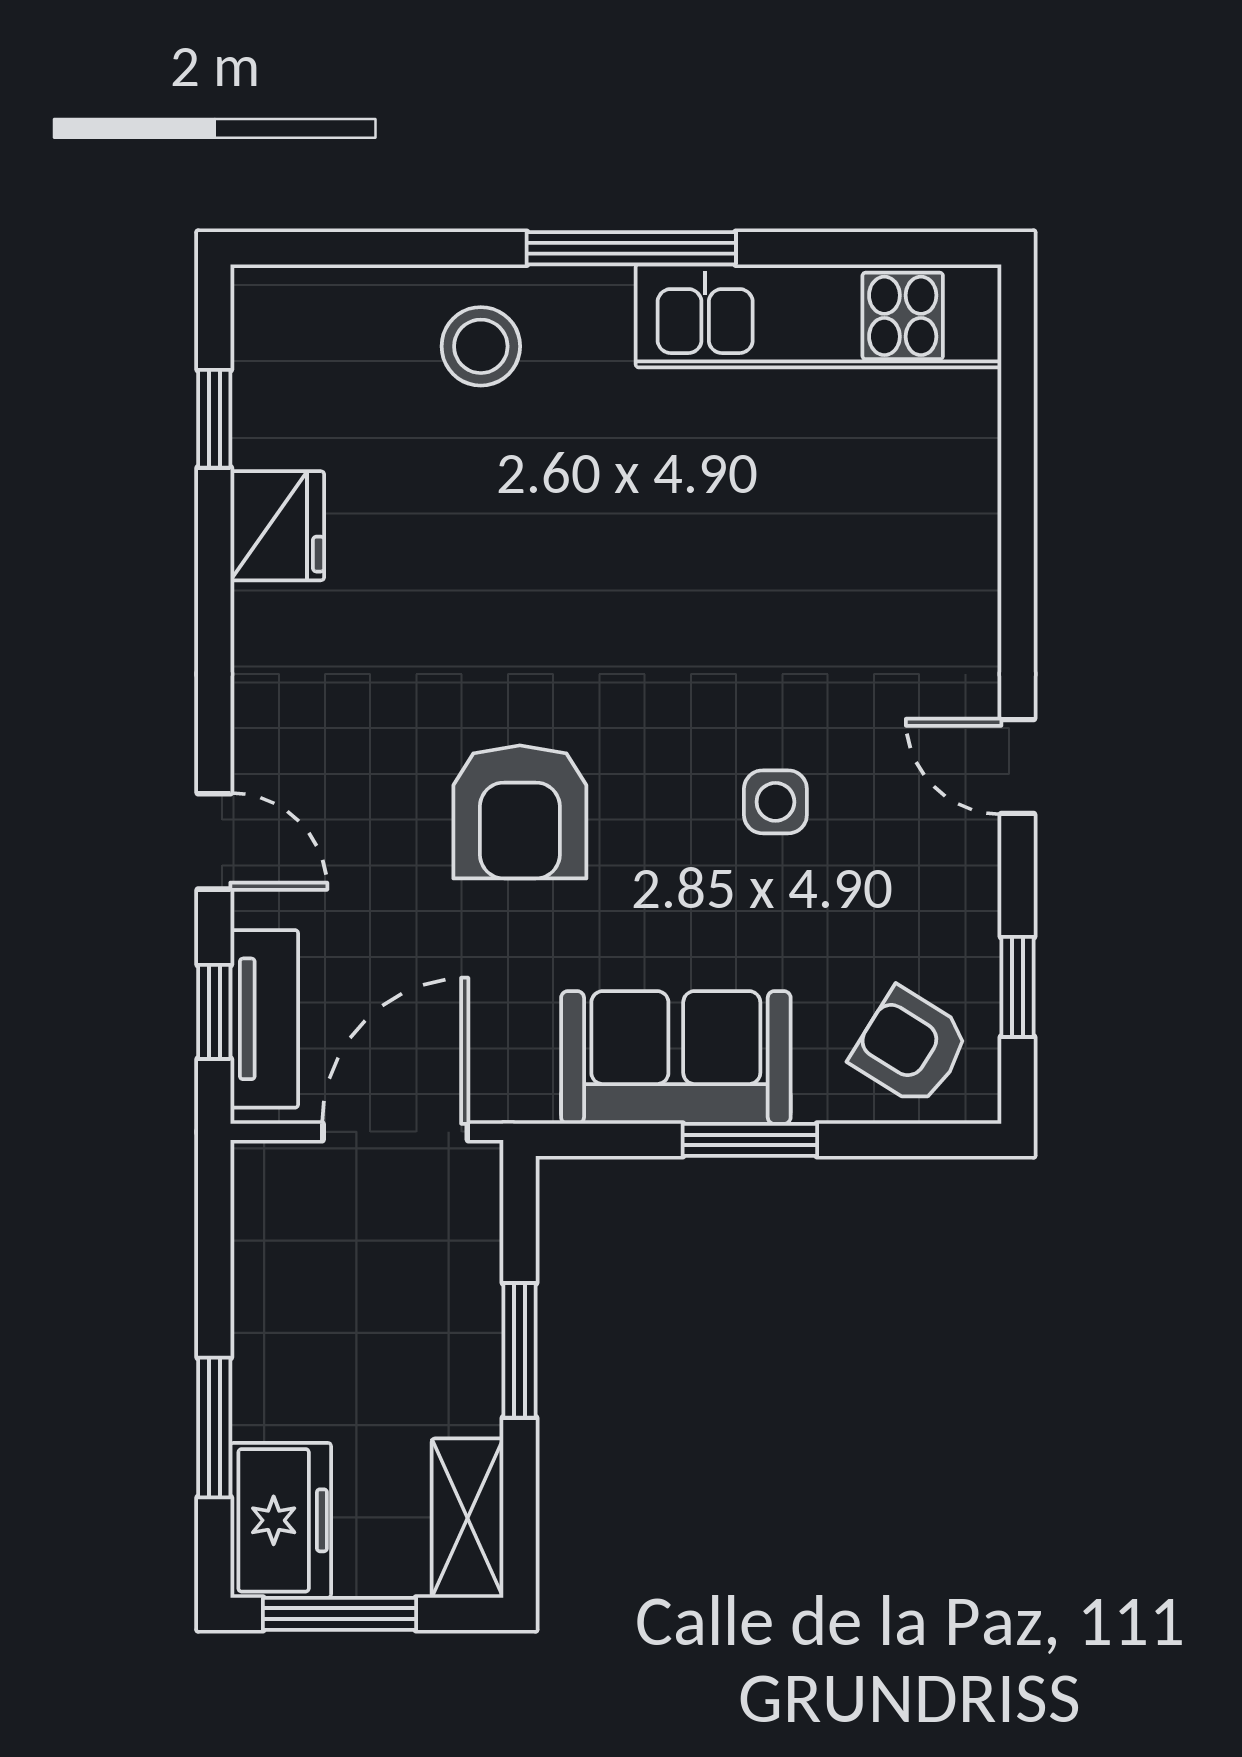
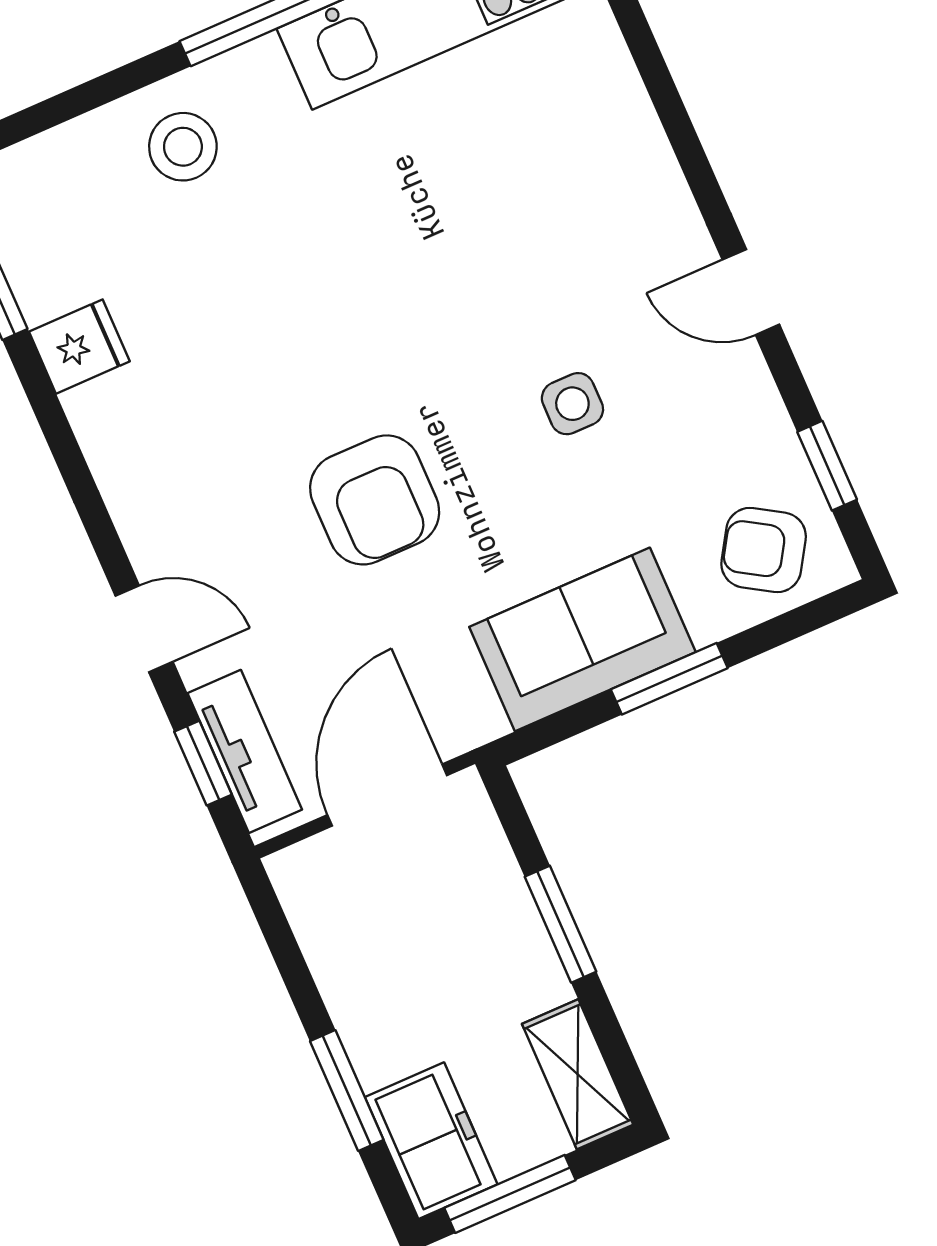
fridge: (277, 526) -> (79, 347), width x0.72

